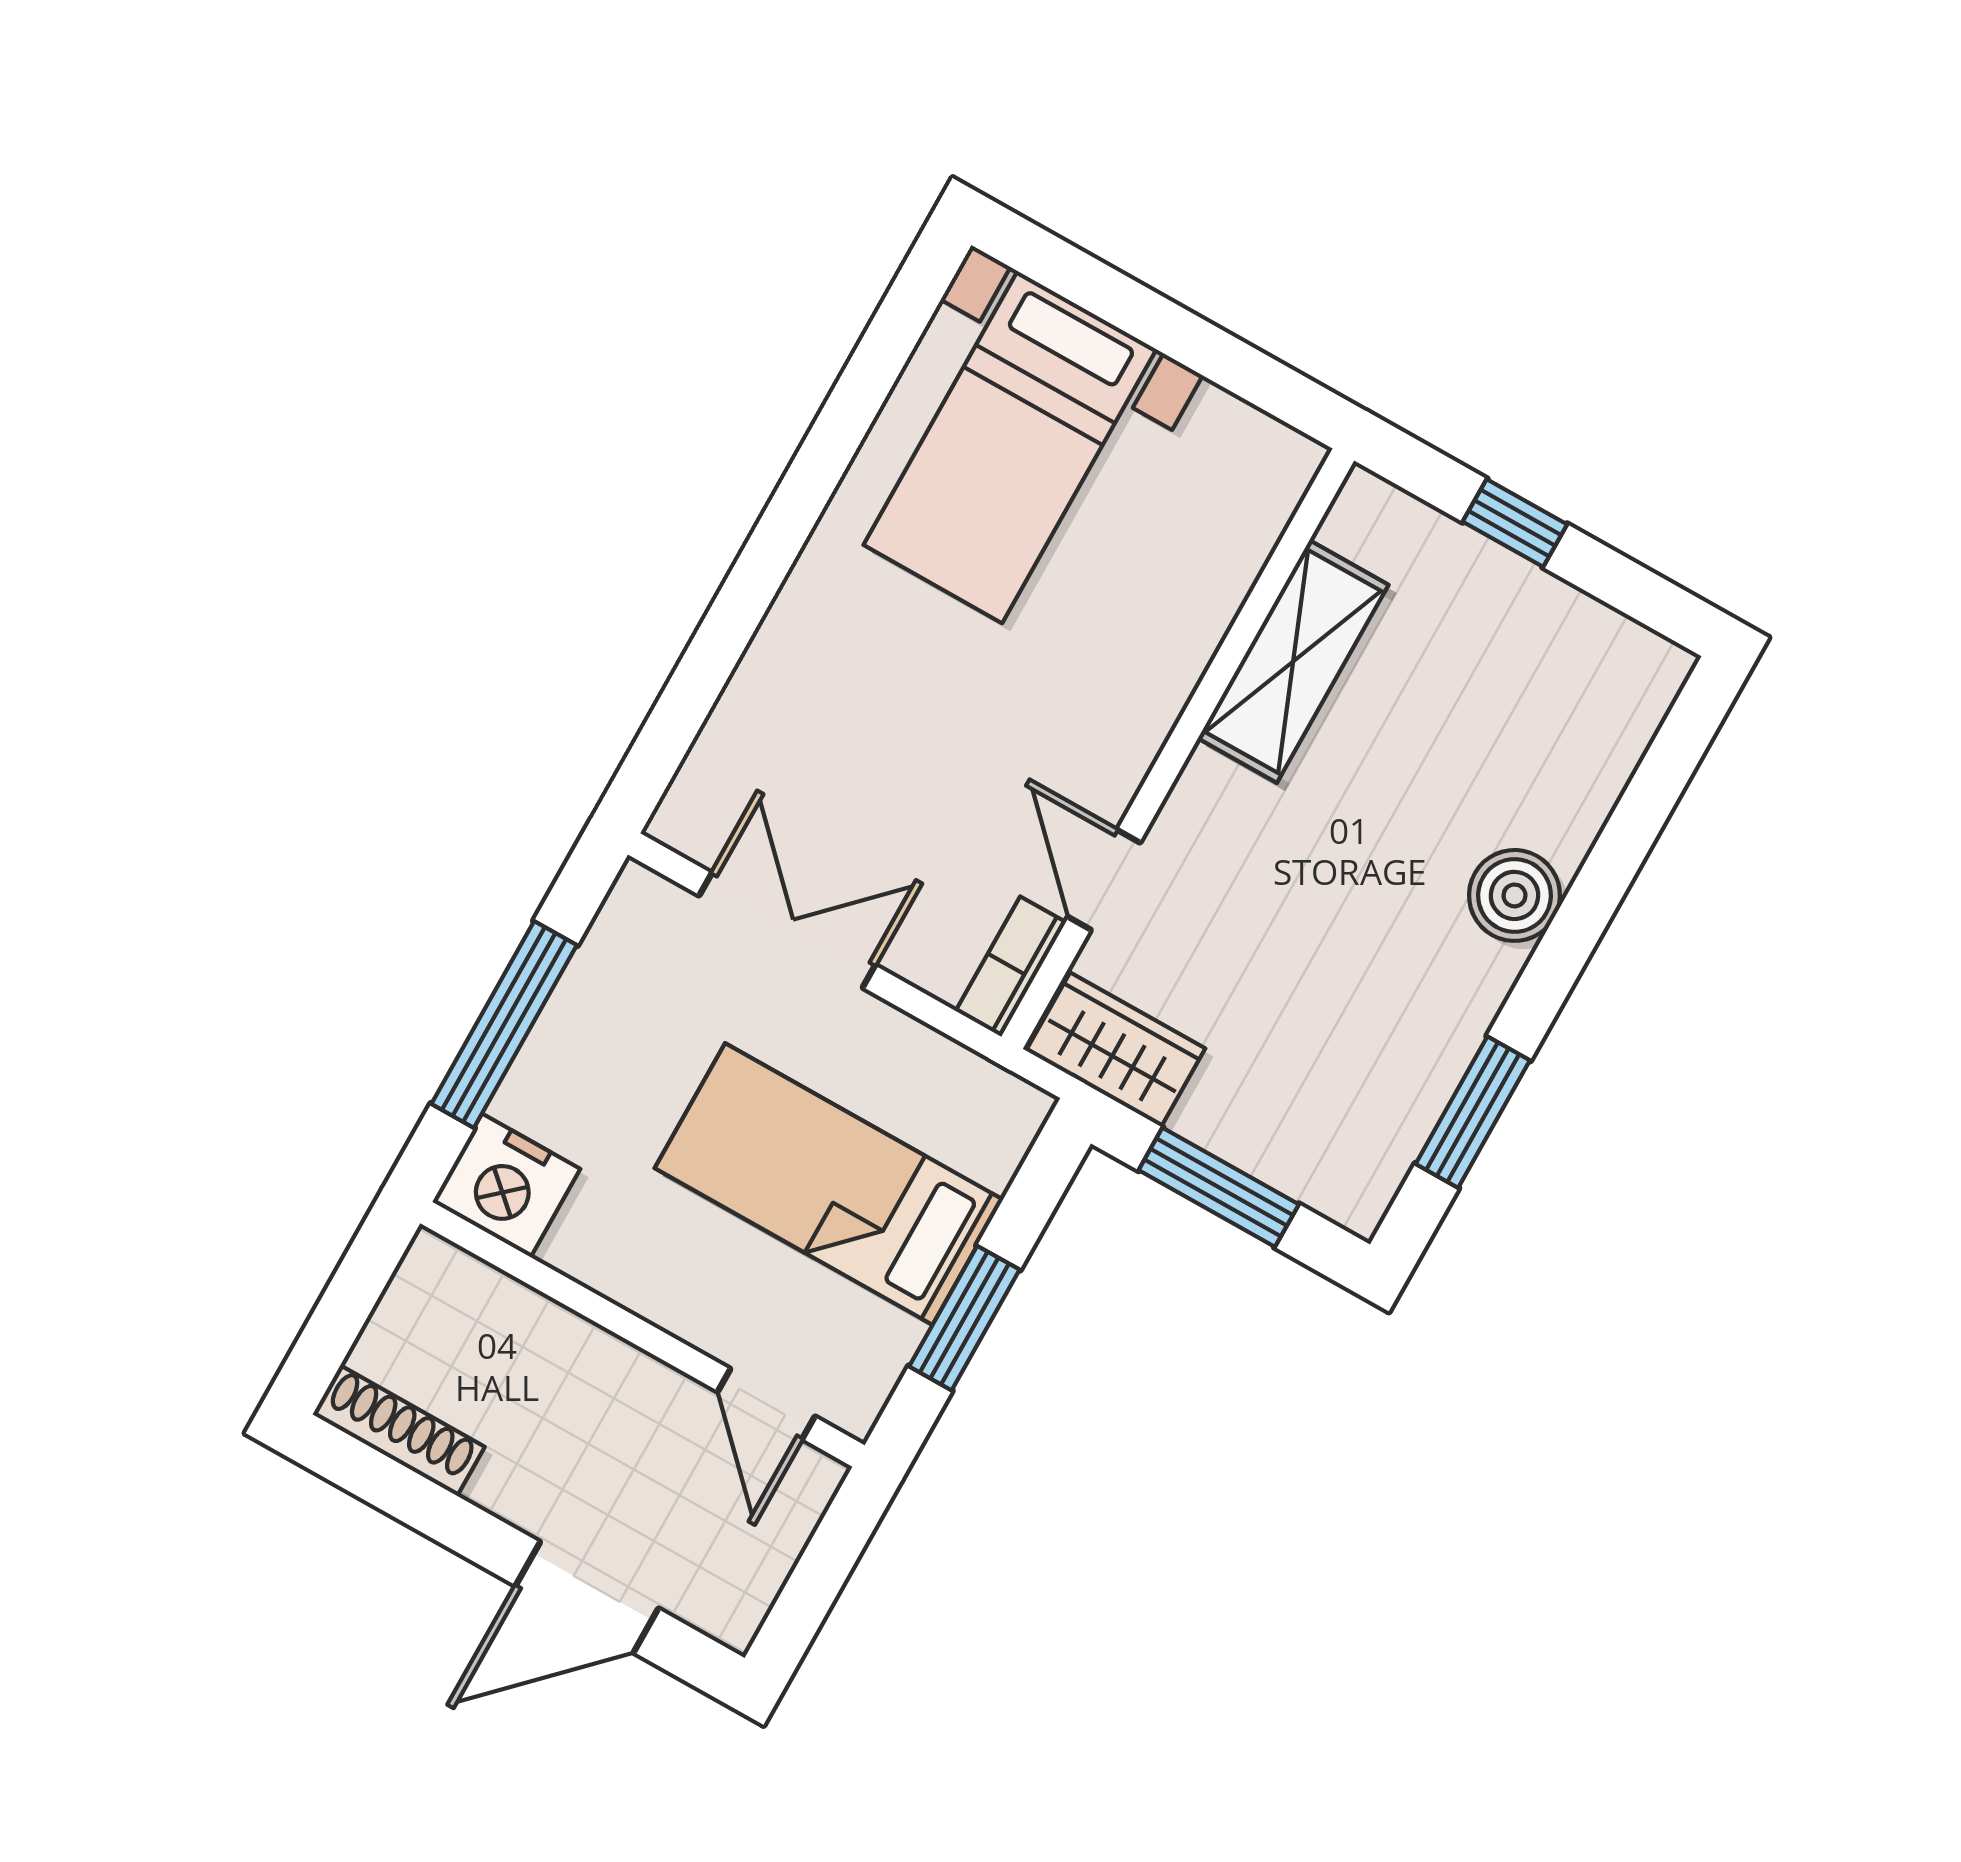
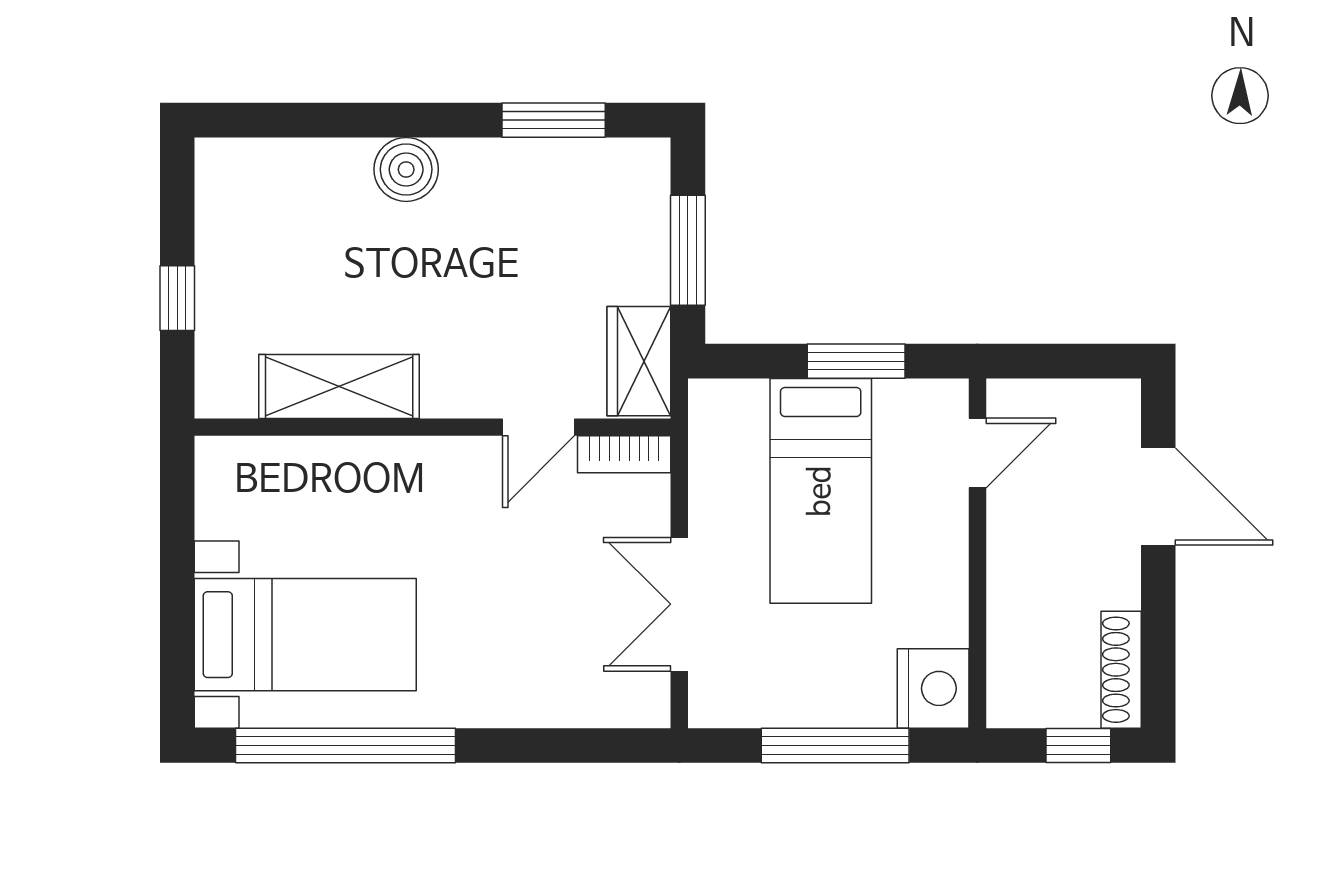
window: (845, 419) -> (345, 746), added
window: (335, 1325) -> (1078, 746), added

